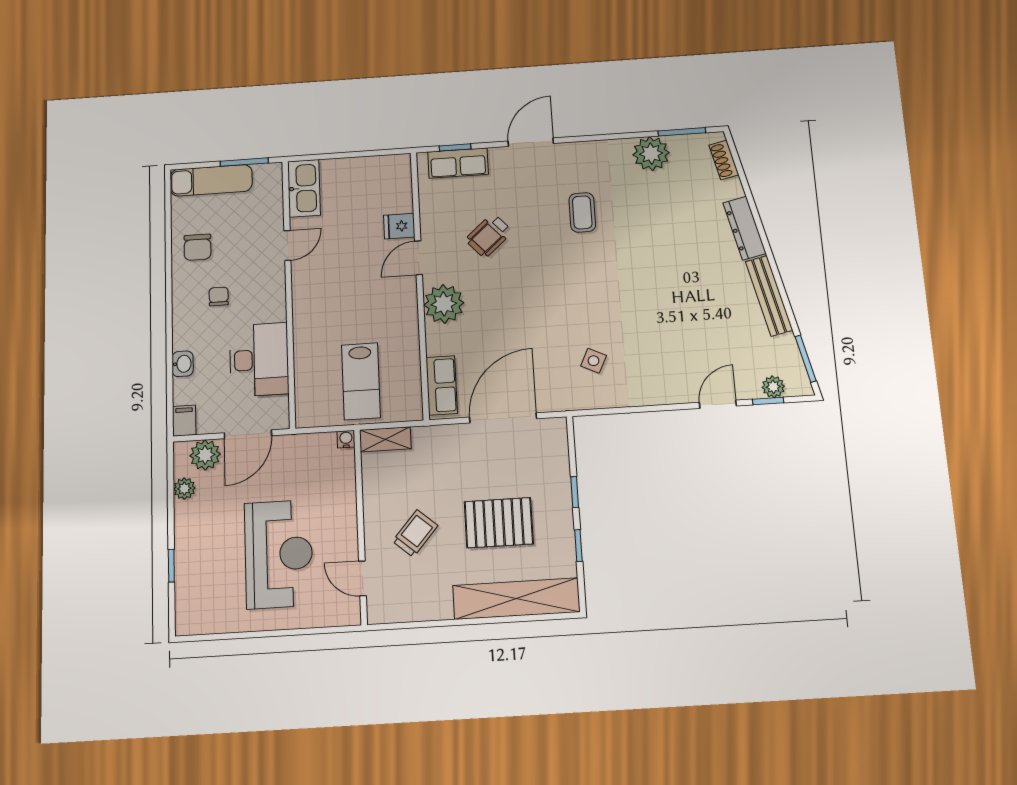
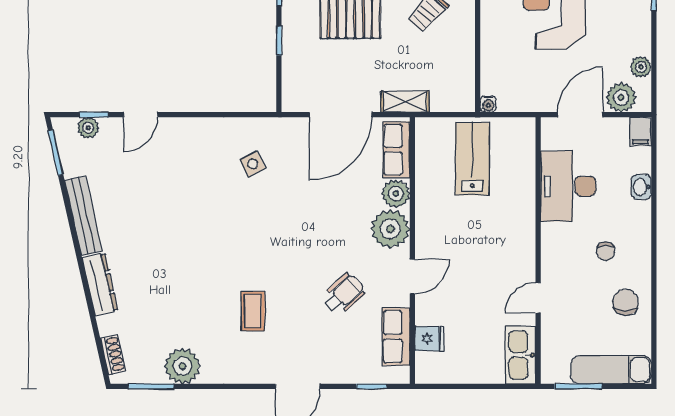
row of seats: (458, 163) -> (396, 337), moved, turned -90
fridge: (399, 226) -> (429, 339), moved
plant: (440, 340) -> (396, 194), added
side table: (594, 361) -> (253, 164), turned 36
shelving: (385, 439) -> (405, 101), moved

